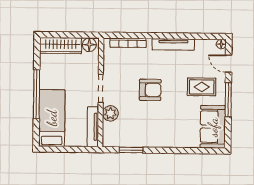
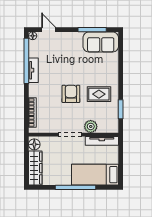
window: (191, 36) -> (26, 61), added
tv unit: (173, 44) -> (33, 70), width x0.71
door: (229, 64) -> (49, 30), swing flipped
rug: (202, 87) -> (99, 94), moved, turned 90
window: (228, 100) -> (92, 30), moved

